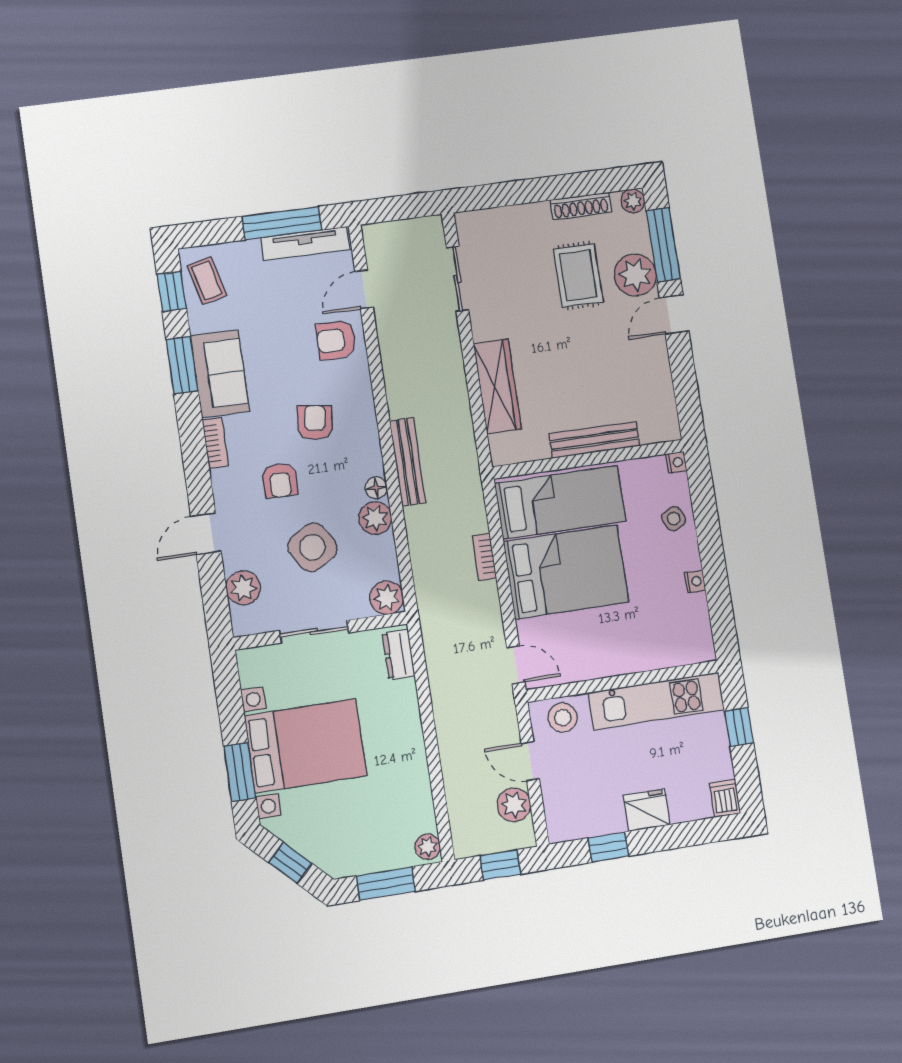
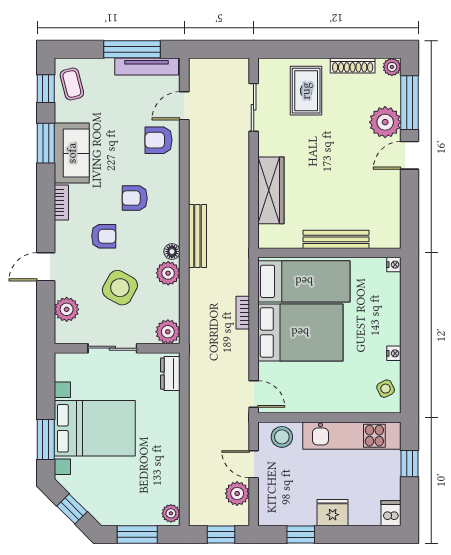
rug: (578, 276) -> (306, 91), moved
armchair: (315, 423) -> (135, 198), turned -97
armchair: (280, 480) -> (104, 236), turned -90
side table: (674, 519) -> (386, 389), moved
side table: (312, 547) -> (120, 288), turned -30

